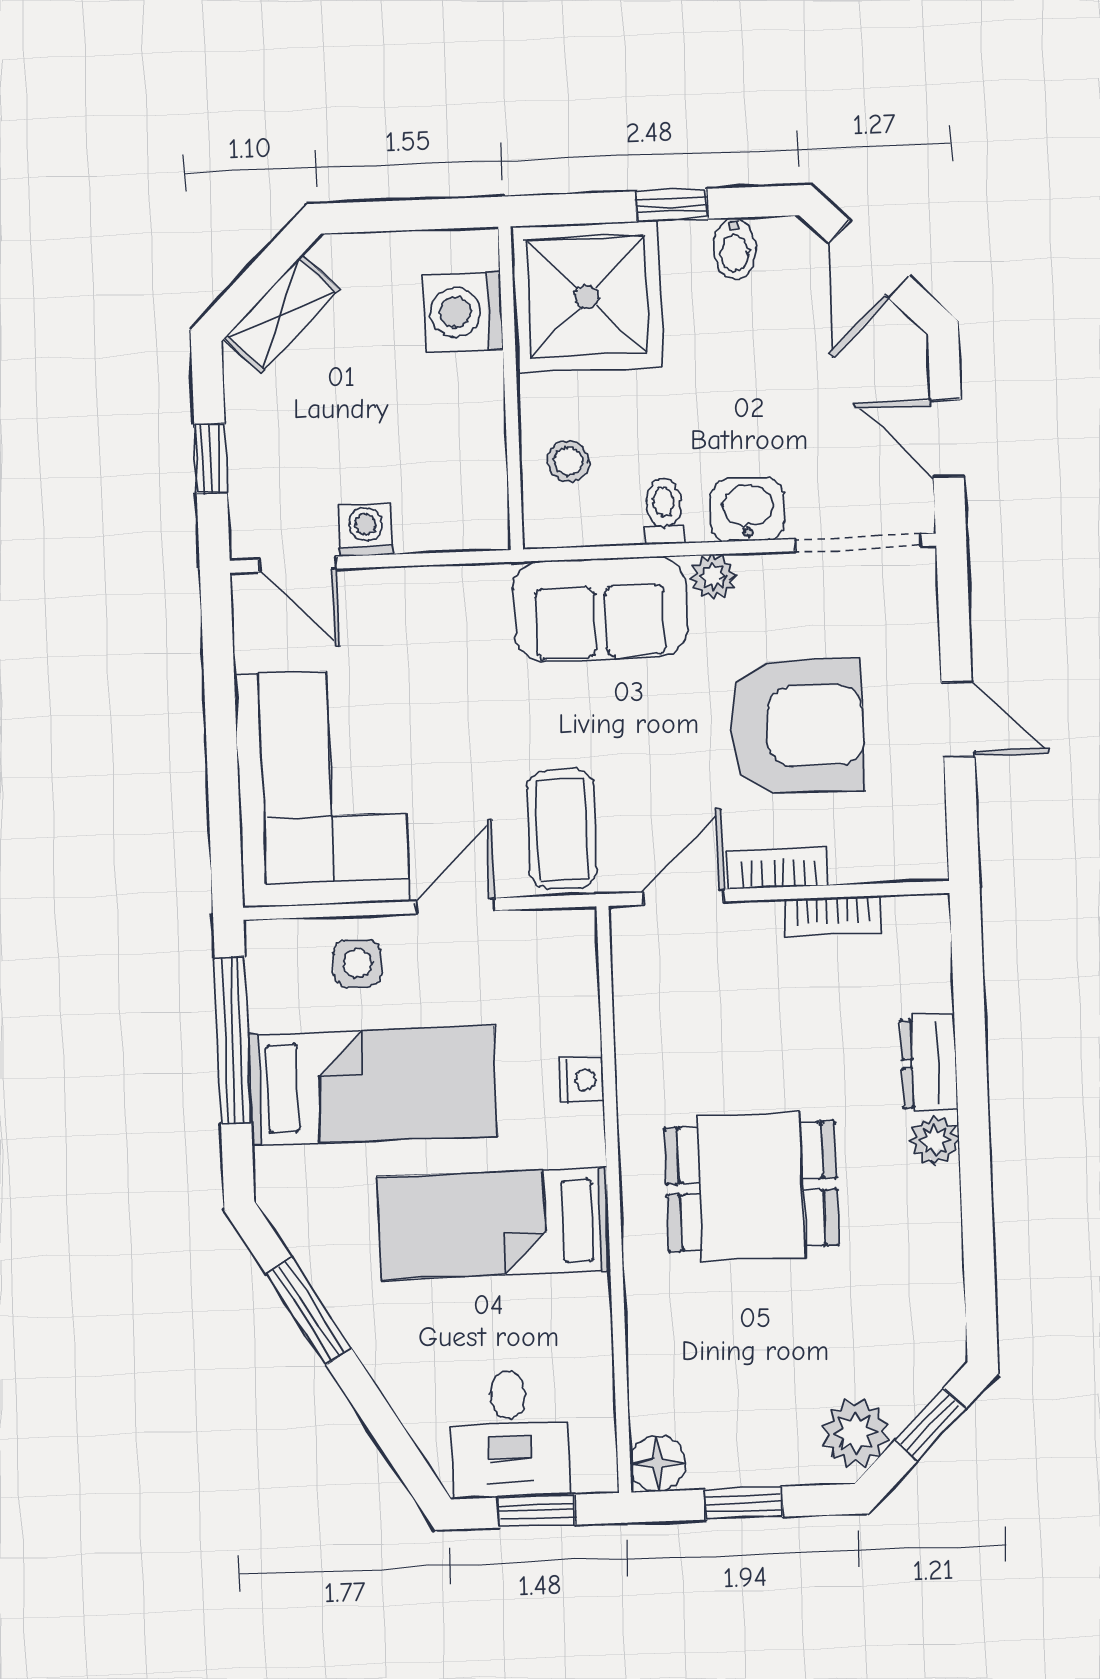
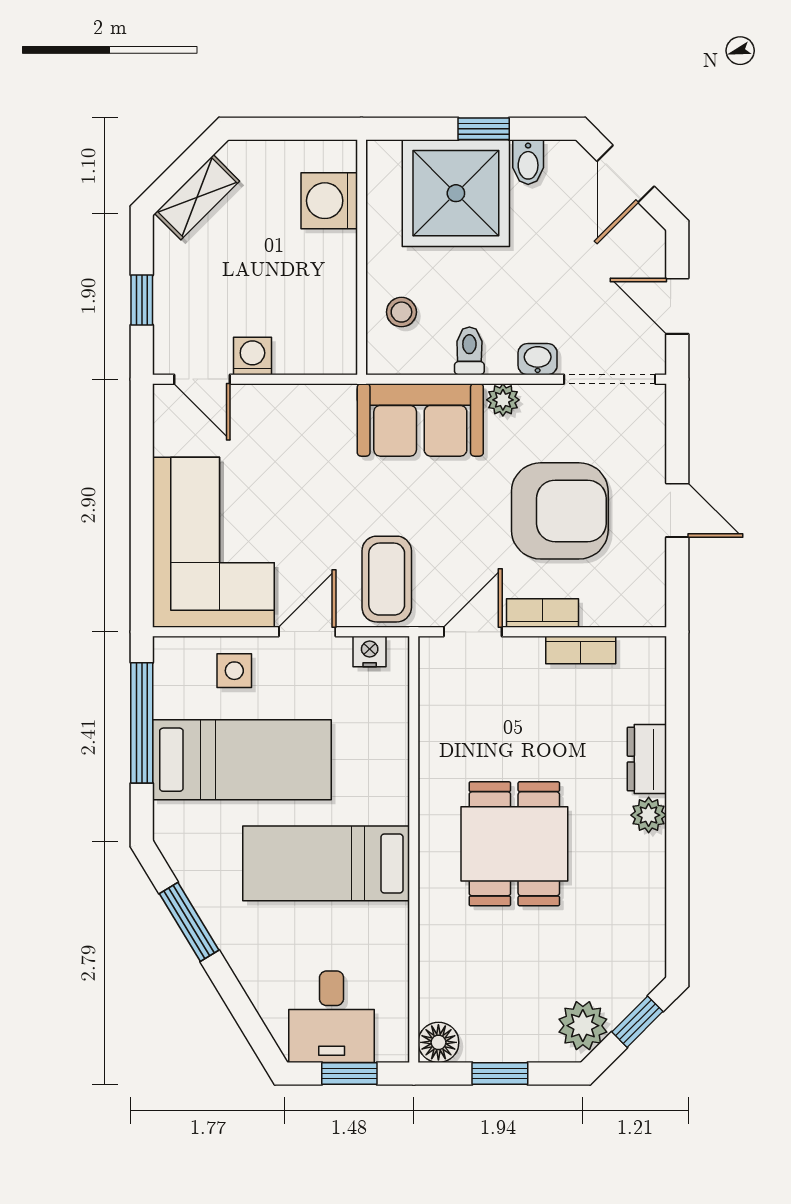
shower: (587, 297) -> (456, 193), moved
washbasin: (747, 510) -> (538, 359), width x0.72, depth x0.69
nightstand: (582, 1080) -> (370, 651), moved, turned -90
dining table: (752, 1187) -> (514, 844), turned 90

